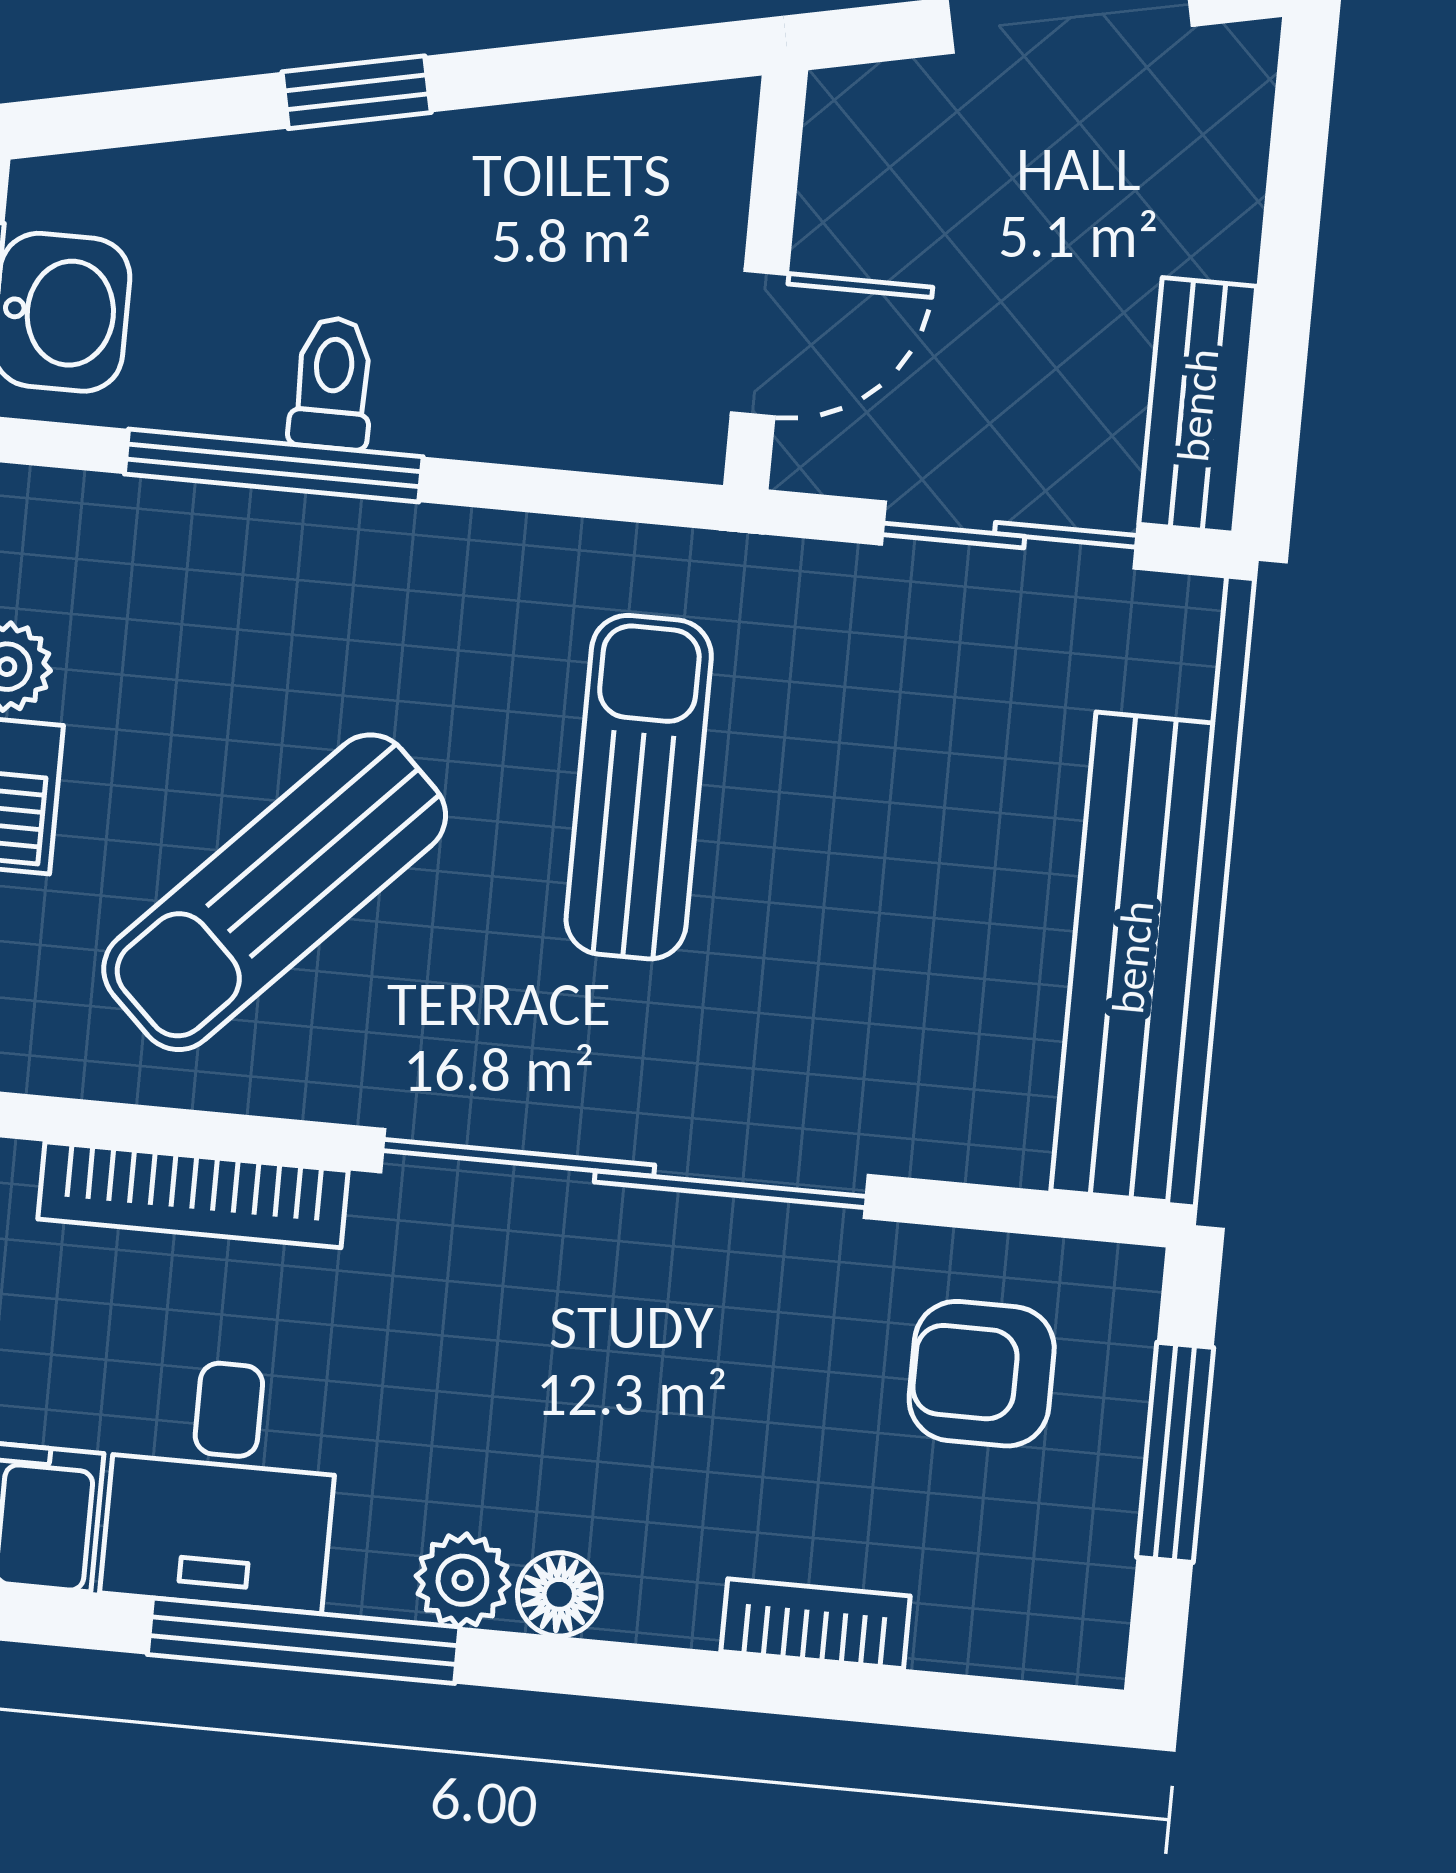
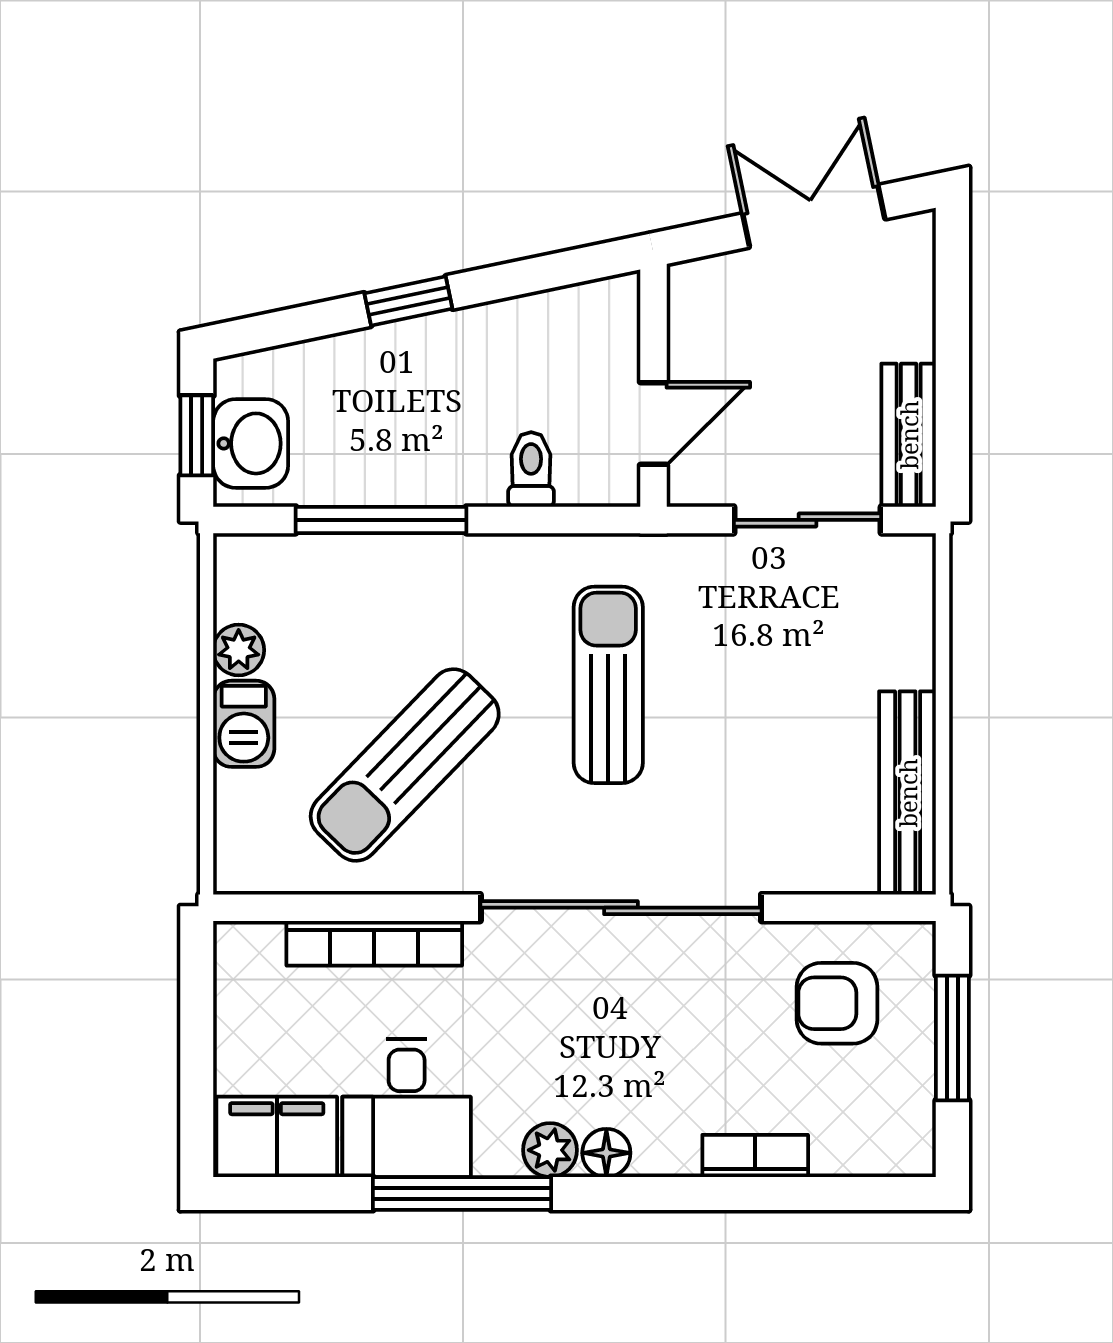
toilet: (332, 383) -> (531, 469), moved
bench: (1133, 957) -> (908, 793), width x0.73, depth x0.82

